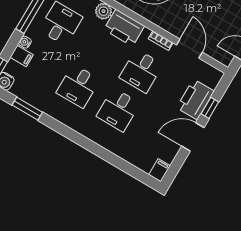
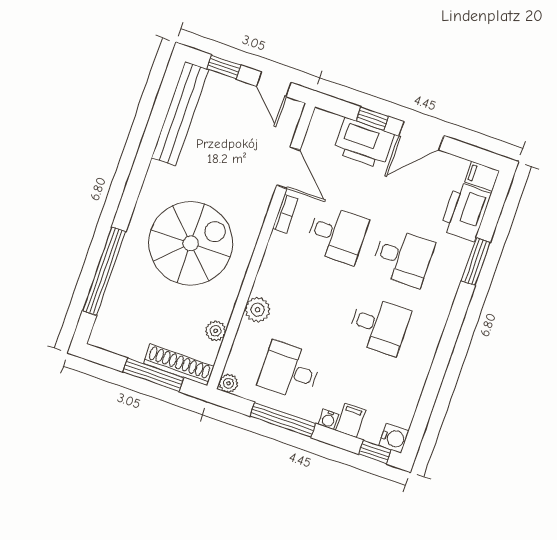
printer: (124, 28) -> (466, 212), moved, turned 180
door: (189, 49) -> (288, 168), swing flipped
window: (27, 109) -> (476, 262), moved
door: (193, 137) -> (421, 136), hinge flipped

